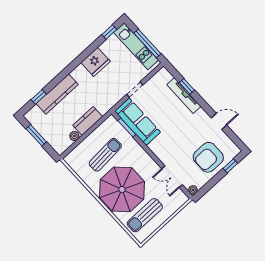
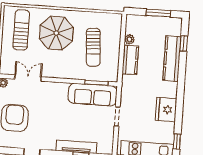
parasol: (122, 189) -> (56, 33), width x0.73, depth x0.73

